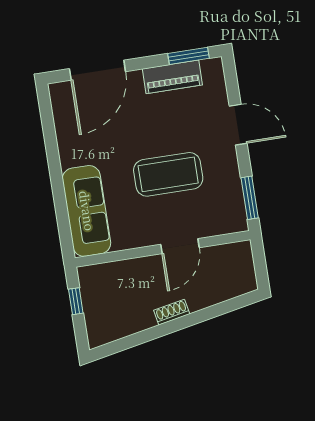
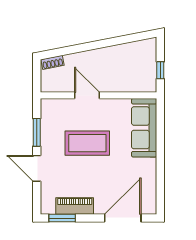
window: (250, 198) -> (37, 132), moved
door: (180, 246) -> (87, 95), hinge flipped
shoe rack: (172, 312) -> (53, 62), moved

